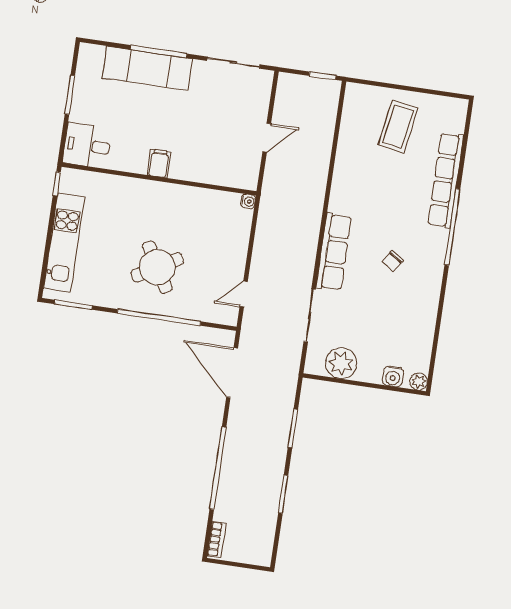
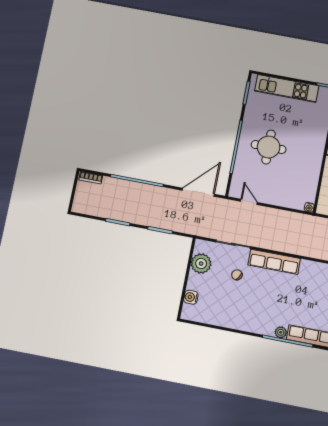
chair: (393, 261) -> (237, 275), moved
round table: (157, 267) -> (269, 147), turned 30
plant: (419, 382) -> (281, 332), moved

